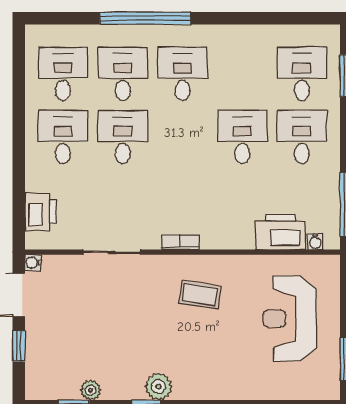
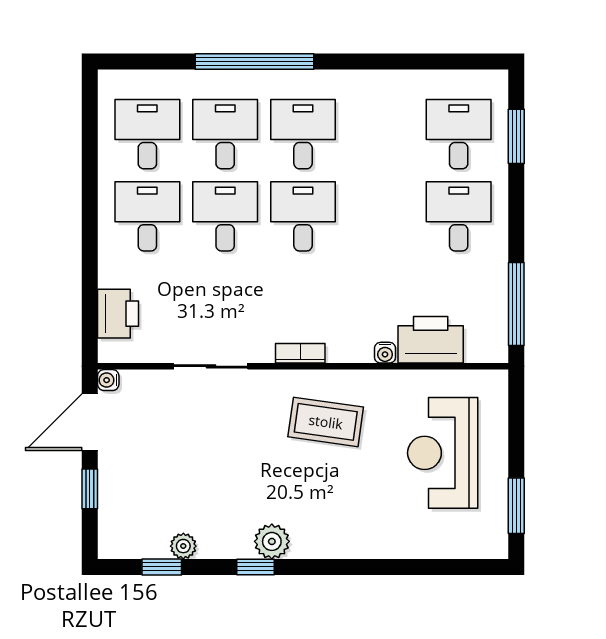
desk: (242, 137) -> (303, 216), moved
water cooler: (315, 242) -> (385, 353), moved
coffee table: (200, 295) -> (326, 422), width x1.36, depth x1.30

